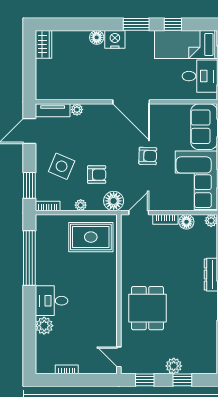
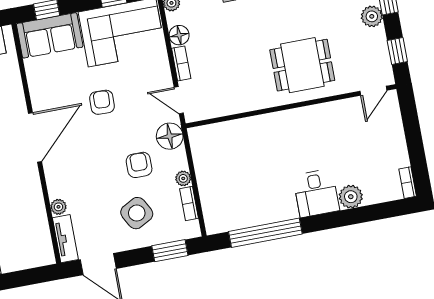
side table: (62, 166) -> (137, 213), turned 38
bookcase: (48, 206) -> (189, 203), moved
rug: (91, 237) -> (223, 157), removed
bookcase: (67, 369) -> (408, 183), moved

